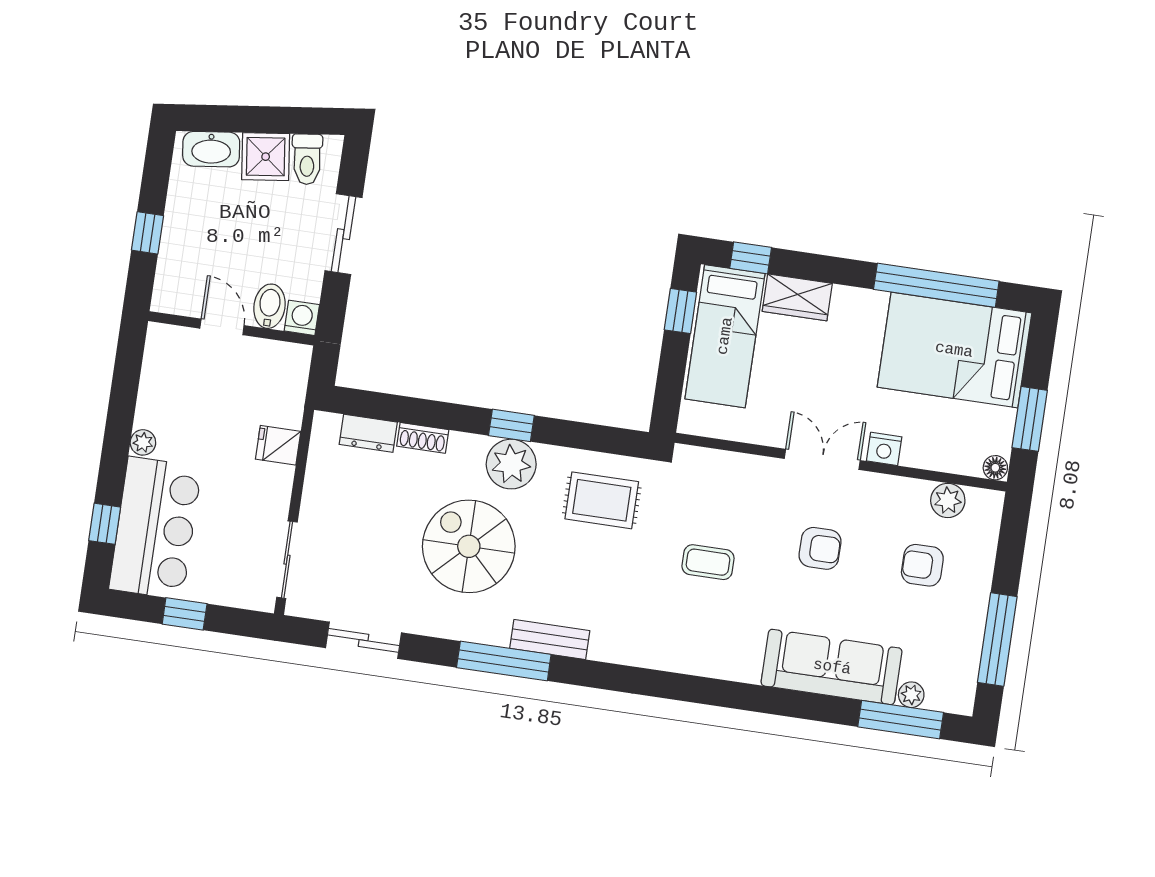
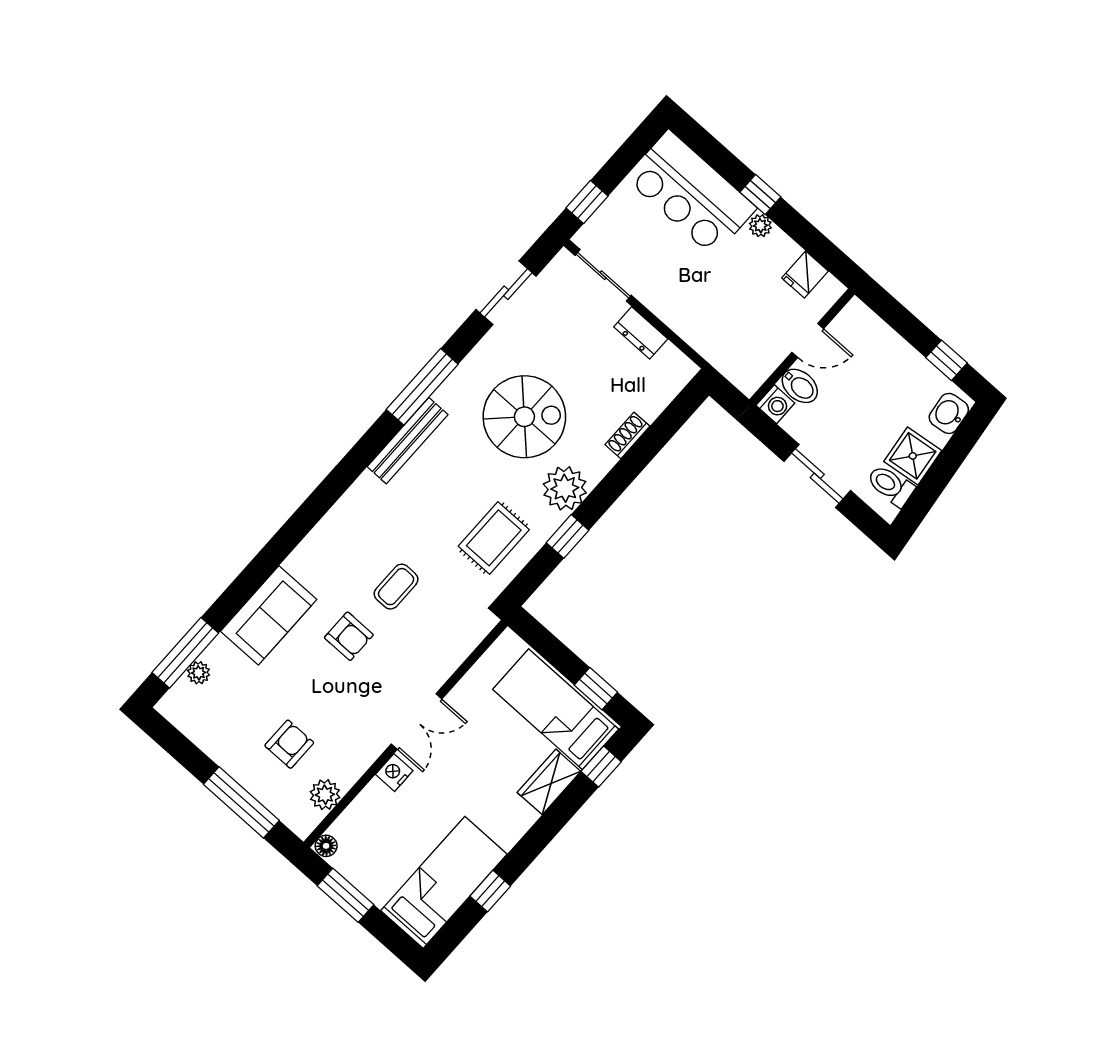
washbasin: (211, 149) -> (949, 413), width x0.72
window: (148, 233) -> (946, 360), moved
window: (936, 285) -> (490, 891), width x0.32
bed: (954, 350) -> (444, 882), width x0.67
window: (511, 425) -> (567, 536), moved
dresser: (368, 433) -> (641, 333), moved, turned -90
fridge: (278, 445) -> (805, 275), moved, turned 180
window: (105, 524) -> (760, 195), moved
armchair: (820, 548) -> (349, 636), moved, turned -90
window: (185, 614) -> (587, 202), moved
bench: (550, 639) -> (408, 441), width x1.36
window: (997, 639) -> (241, 802), moved
sofa: (832, 667) -> (269, 615), width x0.73

